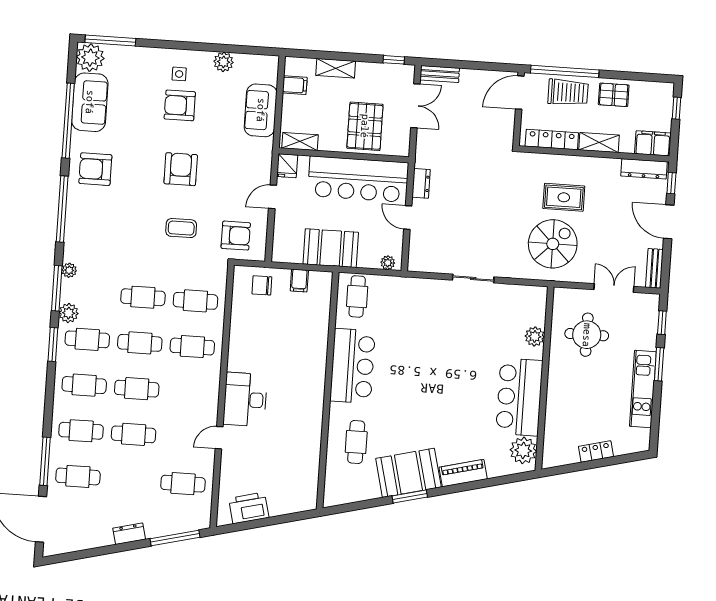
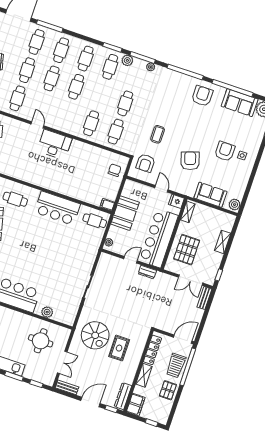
plant: (224, 62) -> (235, 205), moved
filing cabinet: (295, 85) -> (219, 217), removed
door: (520, 93) -> (183, 339), hinge flipped
pallet: (365, 126) -> (187, 250), turned 90
armchair: (181, 169) -> (190, 161), moved, turned -108
filing cabinet: (299, 281) -> (107, 205), moved
cafe table: (140, 343) -> (27, 70), moved

